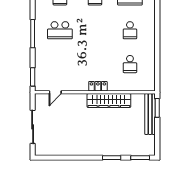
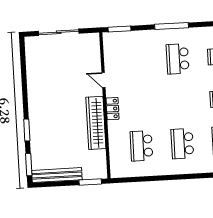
school desk: (130, 30) -> (182, 144), width x1.85
school desk: (130, 64) -> (141, 146), width x1.85
door: (55, 92) -> (103, 80), moved
bench: (150, 114) -> (57, 175), moved

